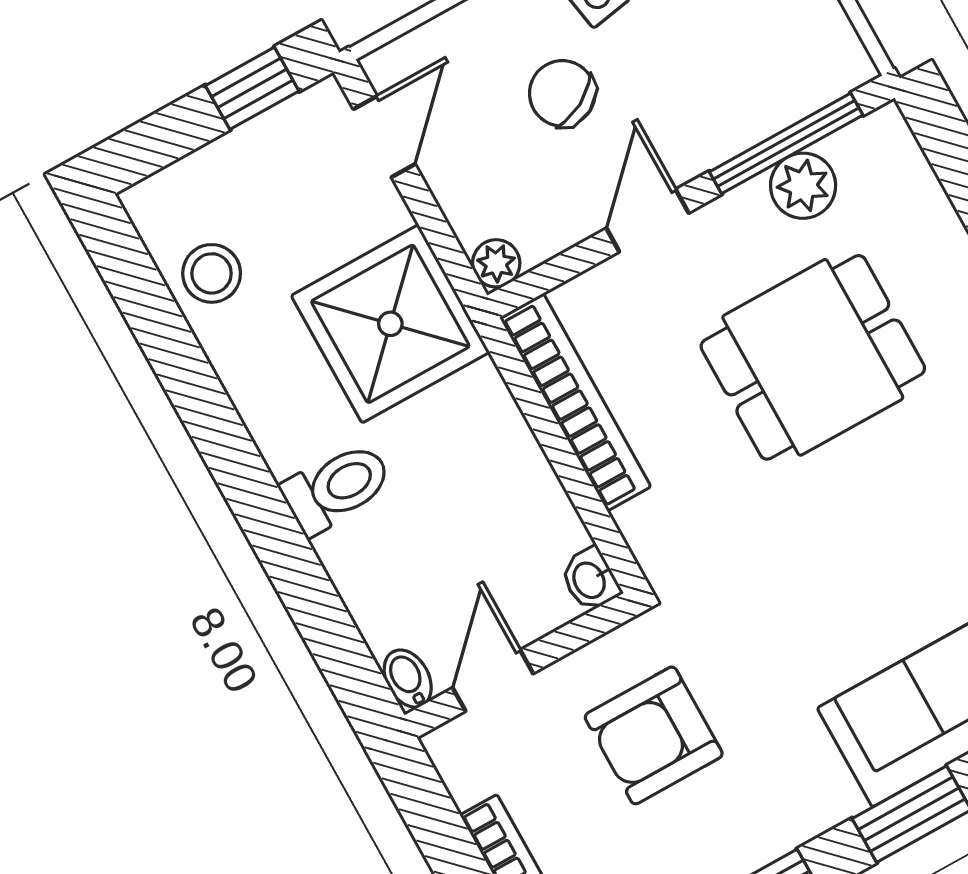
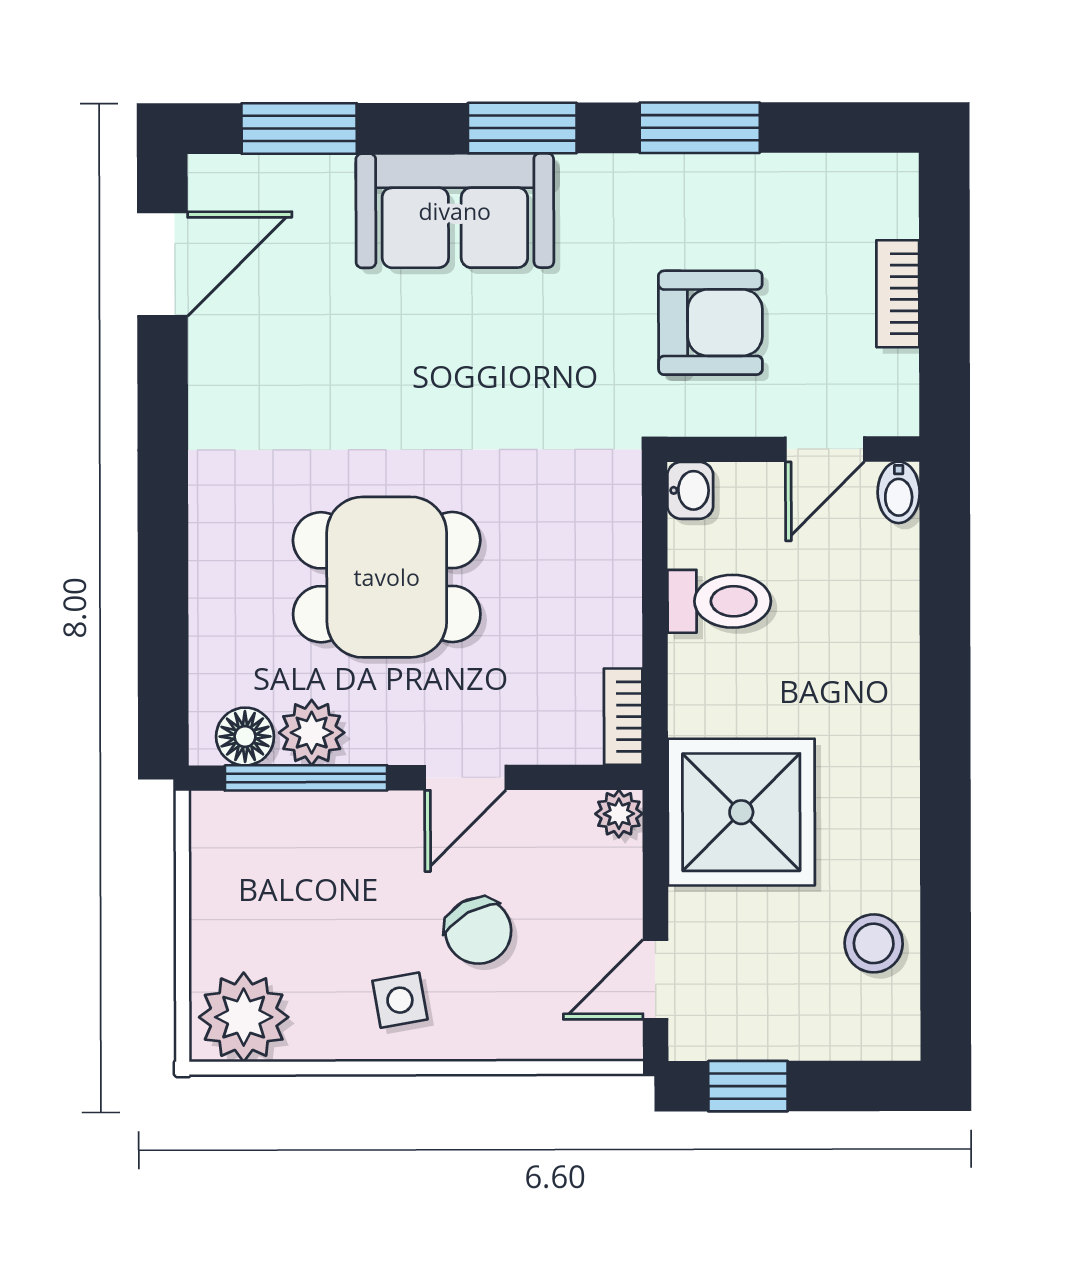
floor lamp: (859, 150) -> (245, 737), added
bookcase: (575, 402) -> (623, 717), width x0.43, depth x0.76
toilet: (337, 488) -> (719, 601), moved, turned 180

